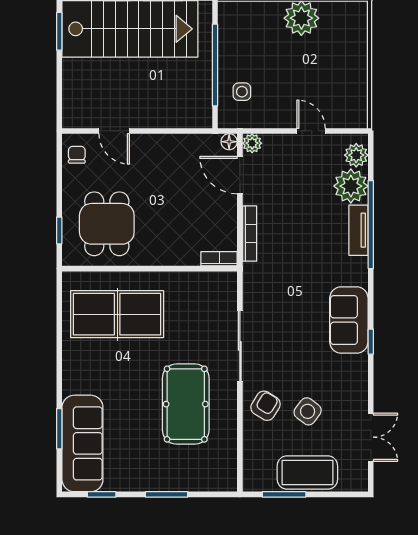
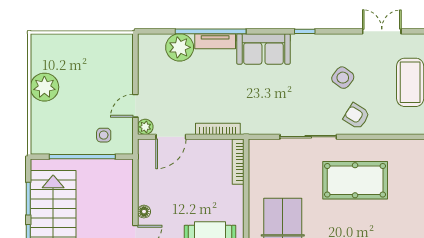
door: (311, 131) -> (135, 106), moved
floor lamp: (229, 142) -> (144, 212), moved
plant: (356, 155) -> (155, 43), removed
bookcase: (219, 259) -> (238, 162), width x1.56
sofa: (349, 320) -> (263, 49), moved
side table: (308, 411) -> (343, 78), moved

